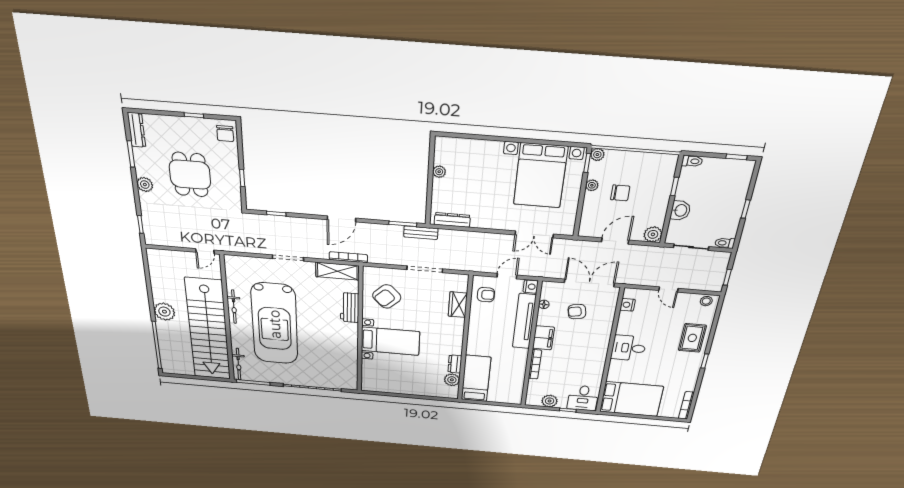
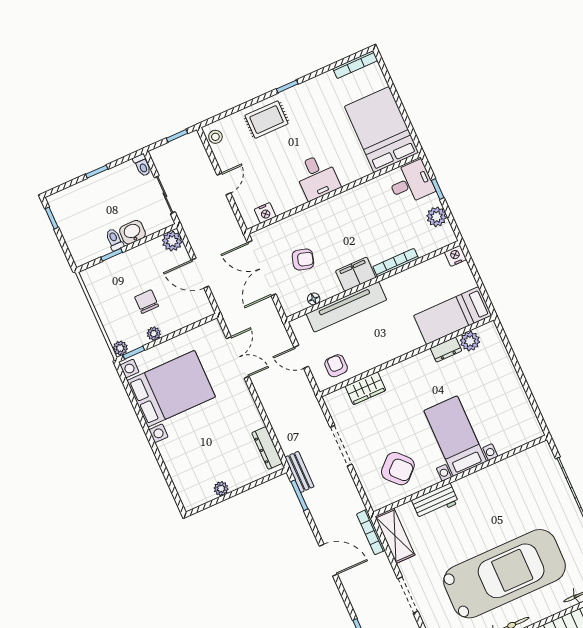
toilet: (692, 161) -> (114, 240), moved
nightstand: (531, 287) -> (455, 256), moved
armchair: (577, 312) -> (303, 259), turned -64

